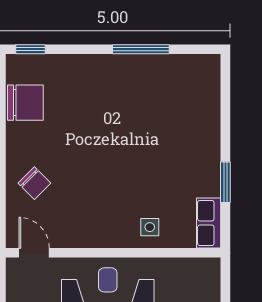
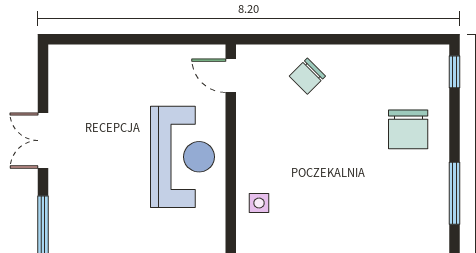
chair: (25, 103) -> (408, 129), moved
door: (34, 253) -> (231, 76), swing flipped

